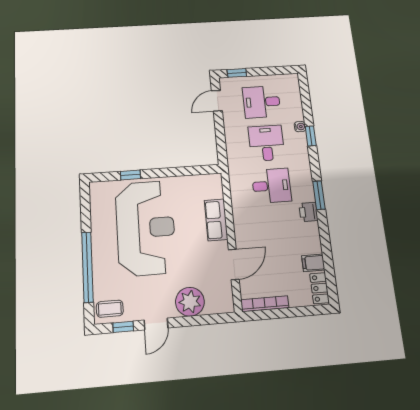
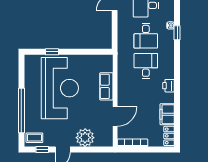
desk: (266, 143) -> (146, 36), turned 180
desk: (272, 186) -> (146, 66), turned -90
window: (319, 195) -> (177, 75), removed
filing cabinet: (313, 263) -> (167, 114), width x2.00

